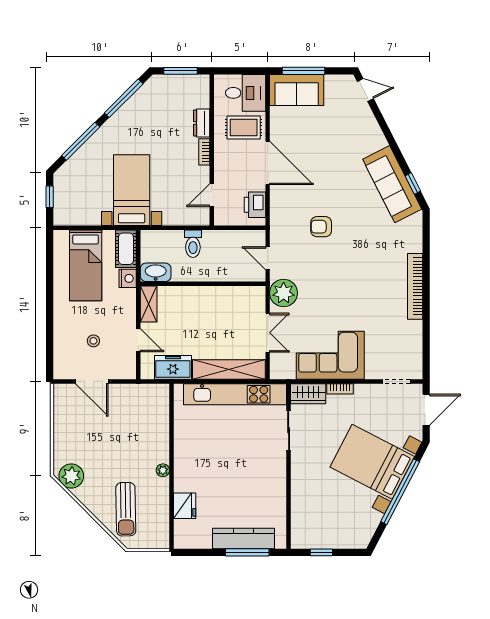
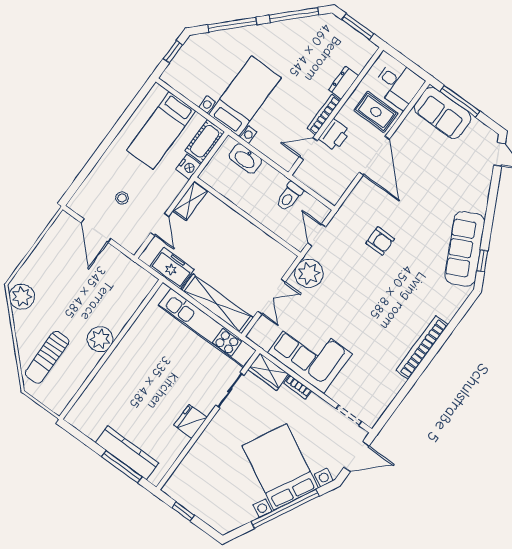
bookcase: (204, 152) -> (324, 114), width x1.56
printer: (255, 205) -> (334, 135), moved, turned 180
armchair: (321, 227) -> (380, 241), turned 180
toilet: (193, 244) -> (289, 196), moved
washbasin: (156, 272) -> (245, 159), moved, turned 180
plant: (163, 470) -> (100, 339), width x1.88, depth x1.88
fridge: (185, 506) -> (191, 421), moved, turned 180

